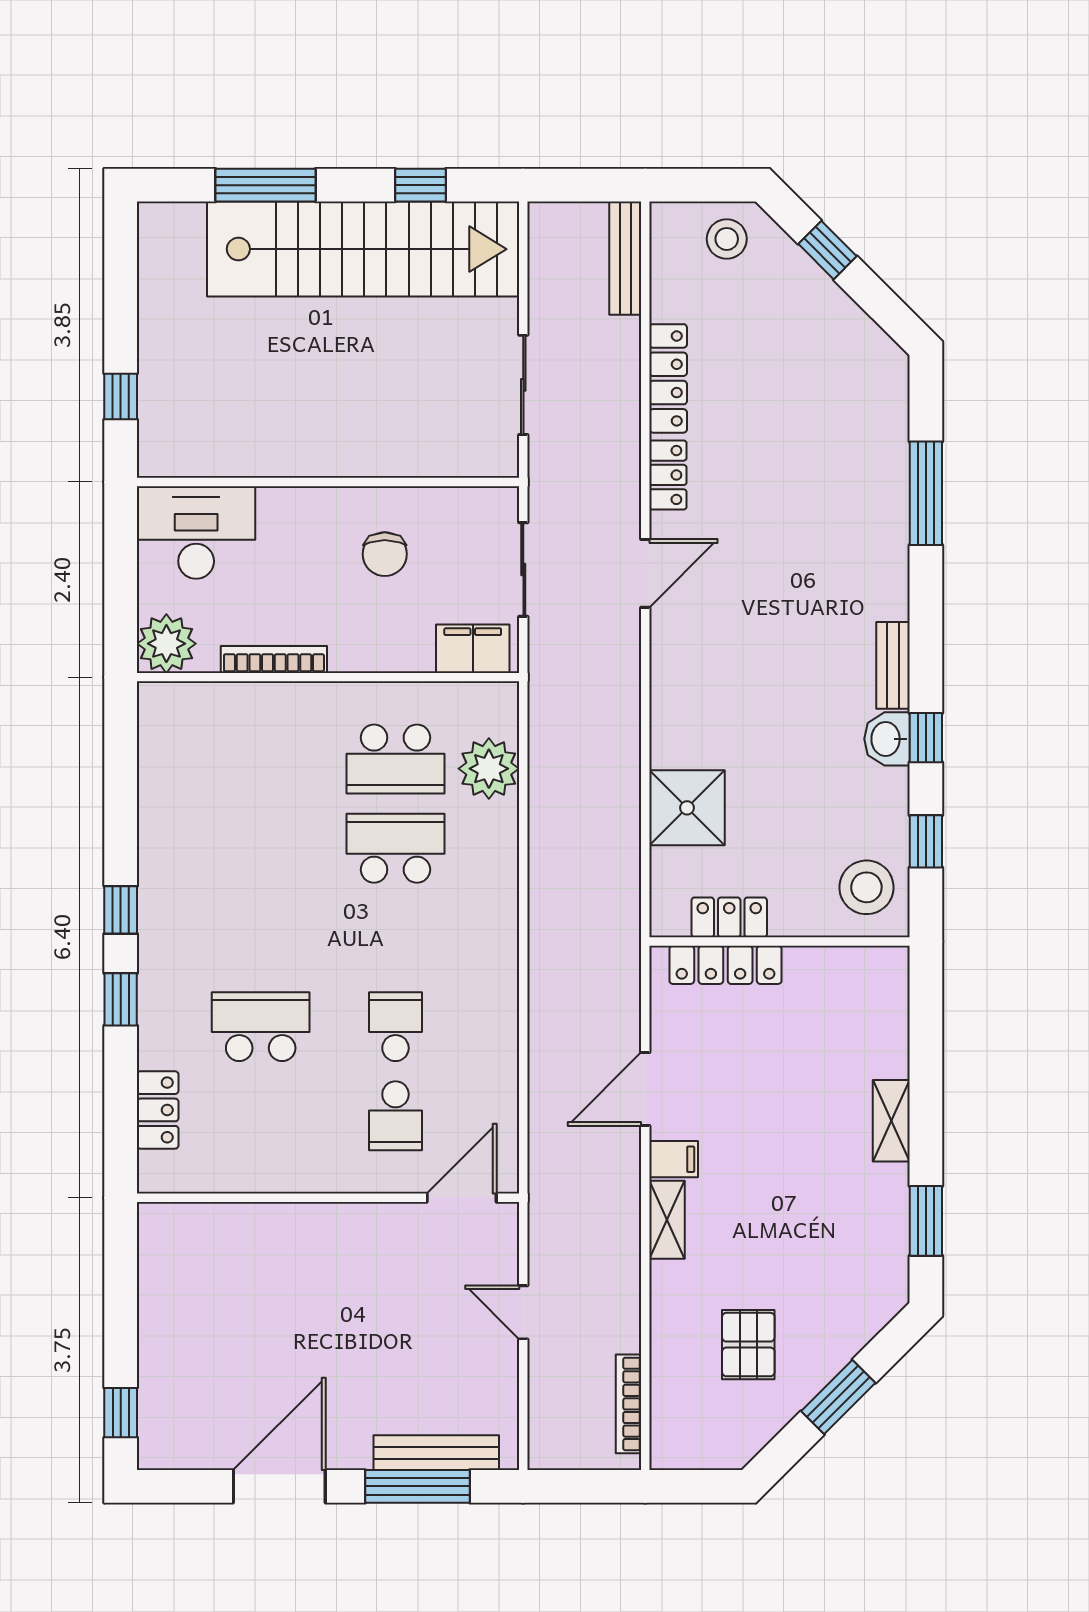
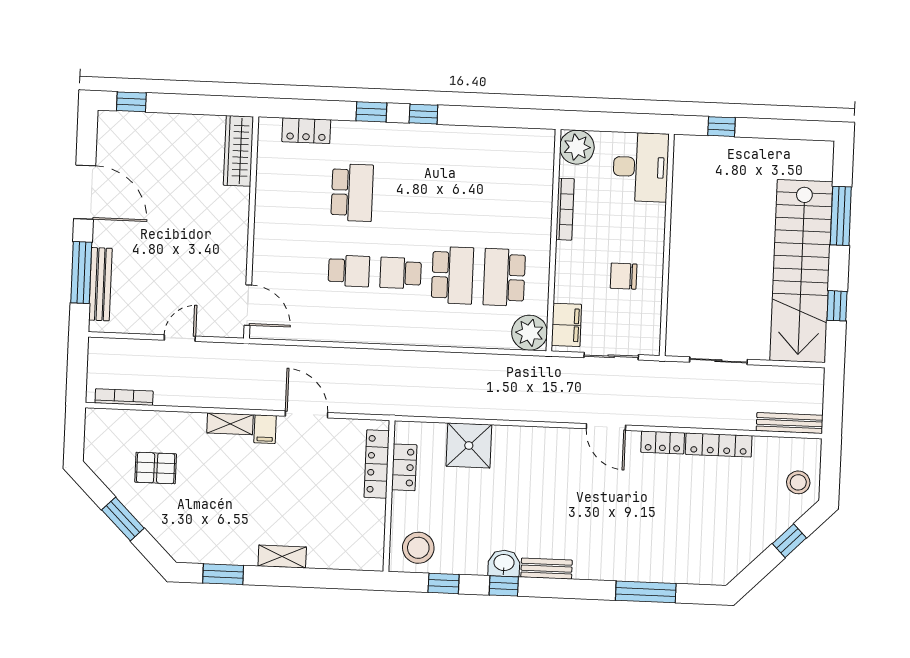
plant: (489, 769) -> (530, 333), moved
school desk: (395, 1116) -> (401, 273), moved
wardrobe: (197, 1225) -> (238, 151), added

